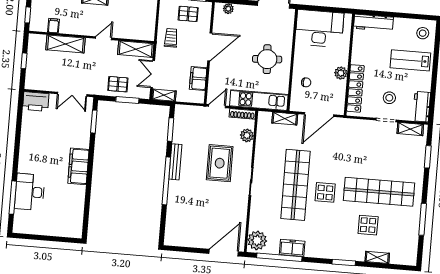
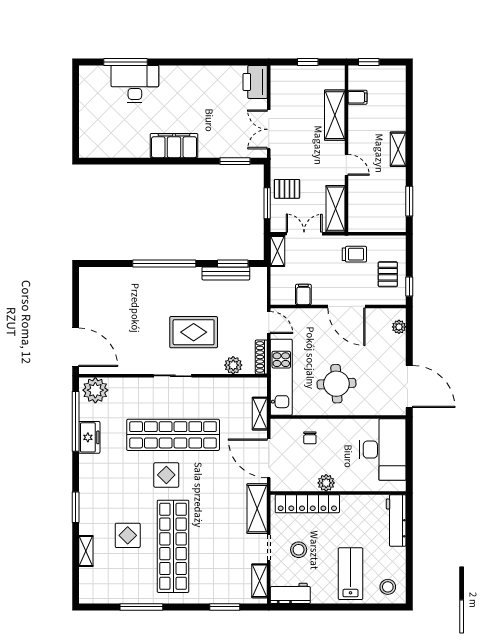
filing cabinet: (198, 78) -> (303, 294), width x0.50
pallet: (118, 84) -> (287, 189), turned 90
shelving: (356, 126) -> (257, 509), added
bench: (175, 162) -> (226, 273), moved

